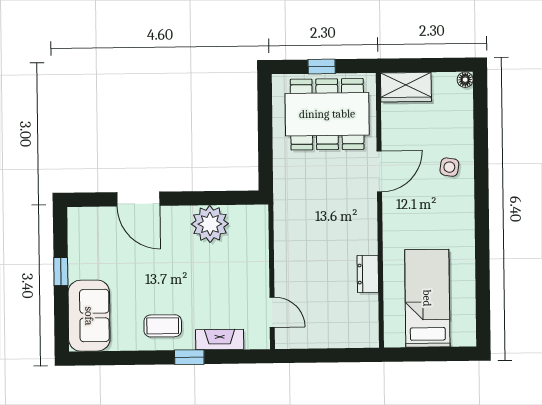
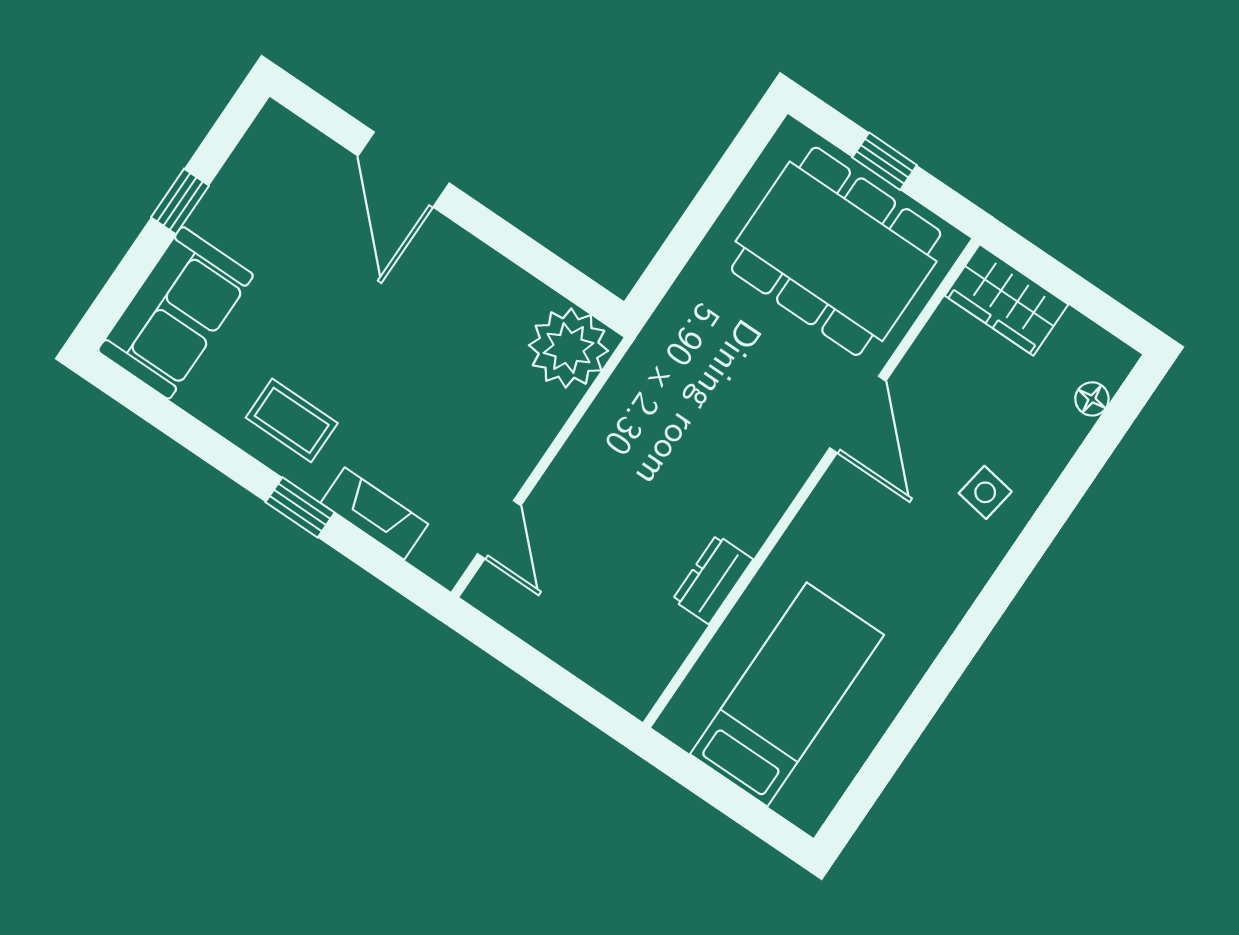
floor lamp: (465, 80) -> (1092, 399), moved
door: (379, 171) -> (858, 414), hinge flipped
plant: (210, 224) -> (569, 348), moved

